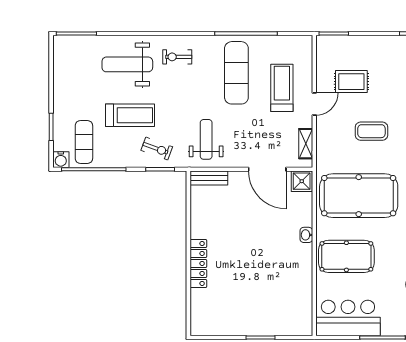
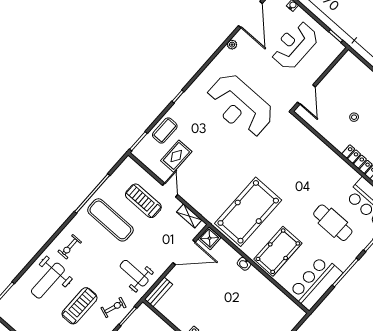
coffee table: (371, 131) -> (165, 131), moved

